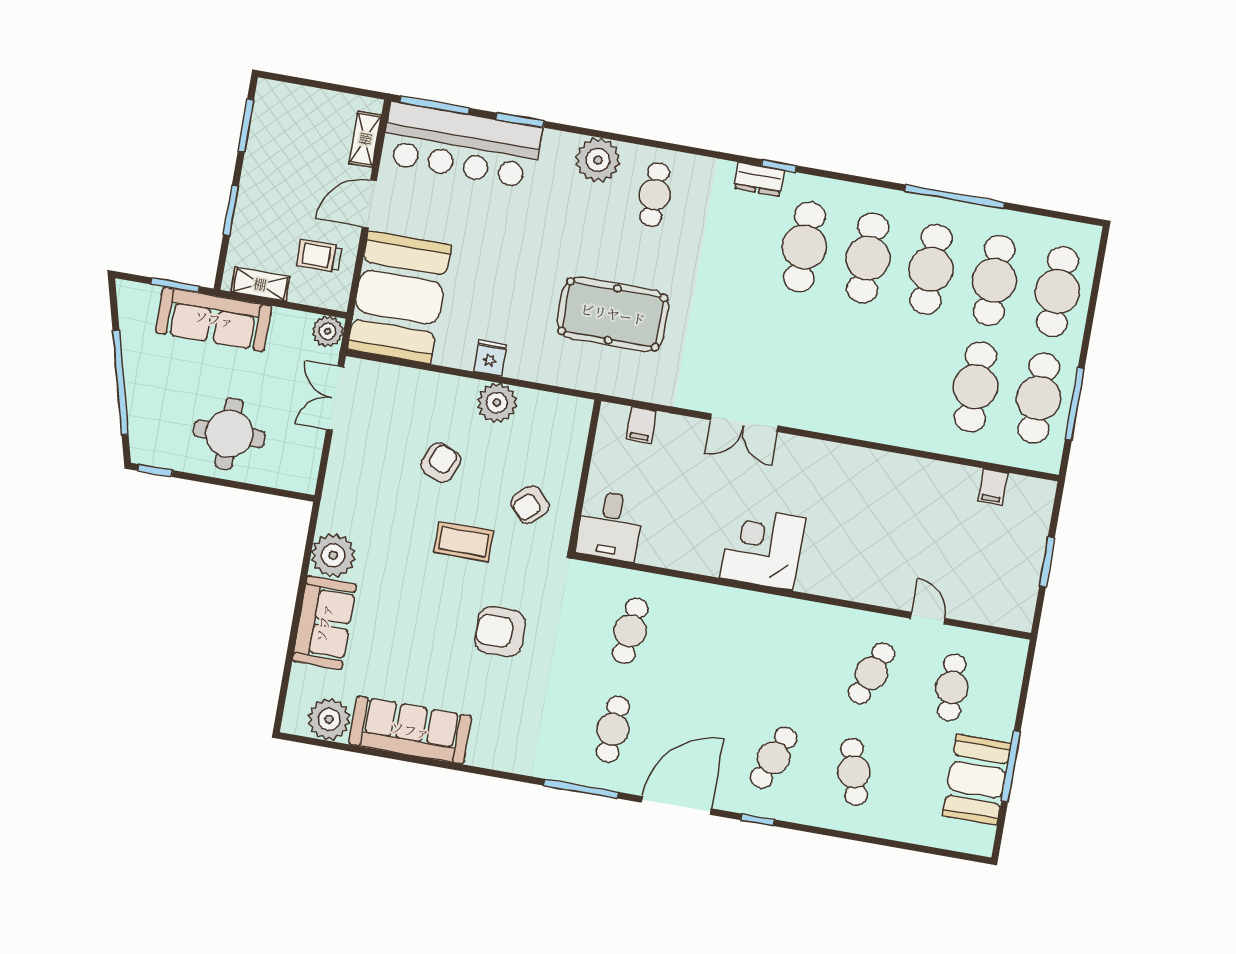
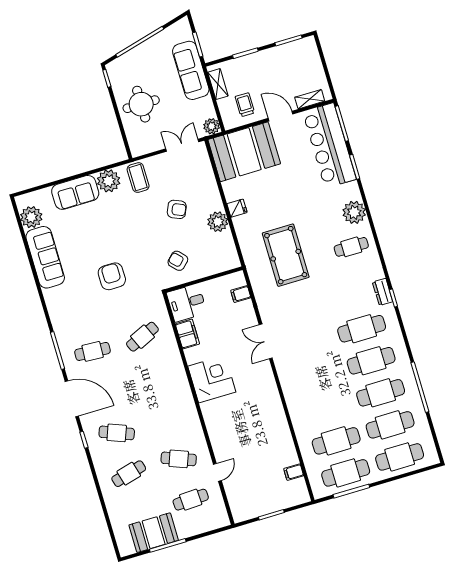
coffee table: (464, 542) -> (138, 178), moved
filing cabinet: (664, 551) -> (187, 334), added
cafe table: (630, 631) -> (142, 337), turned -30

